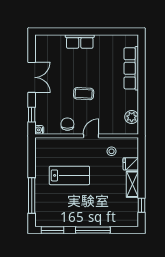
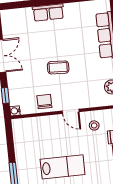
door: (91, 136) -> (71, 111), swing flipped
lab bench: (69, 175) -> (63, 167), moved

